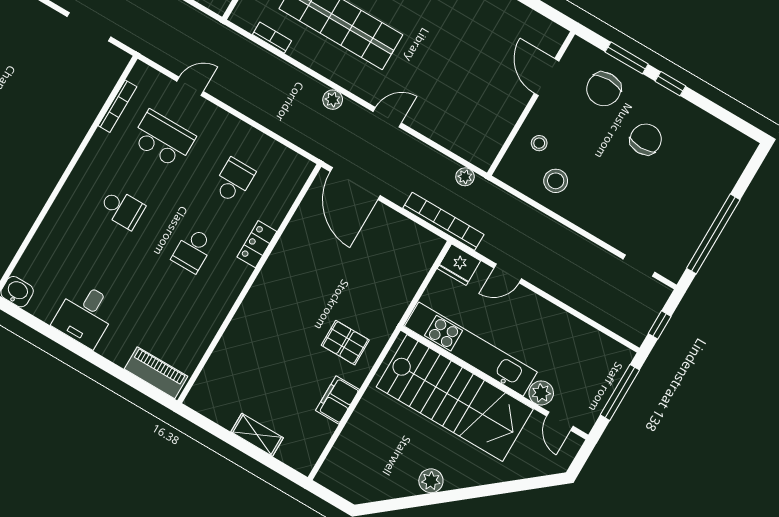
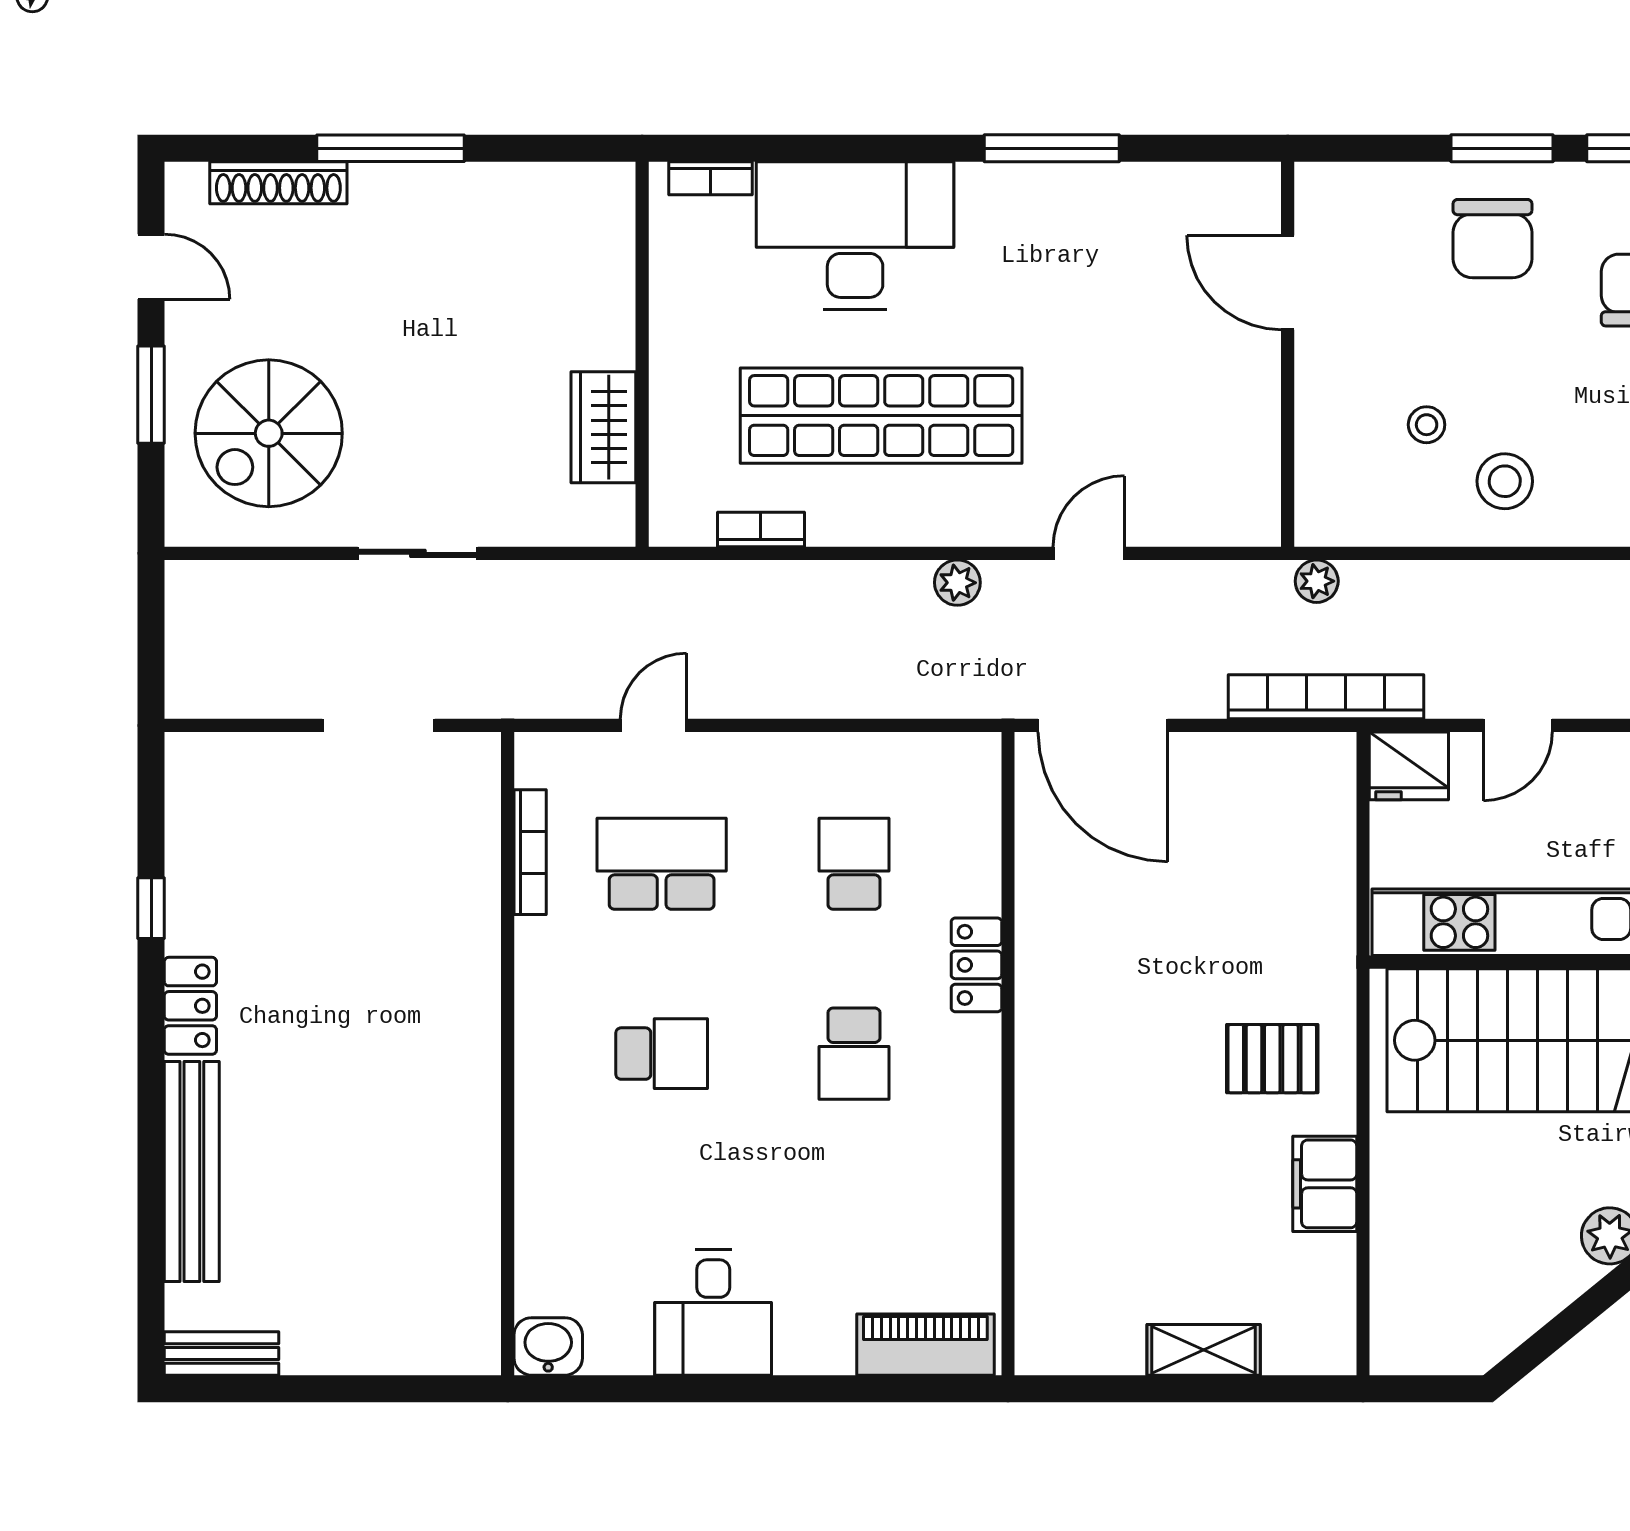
door: (547, 77) -> (1288, 283), moved
wall: (531, 104) -> (1288, 354), moved

